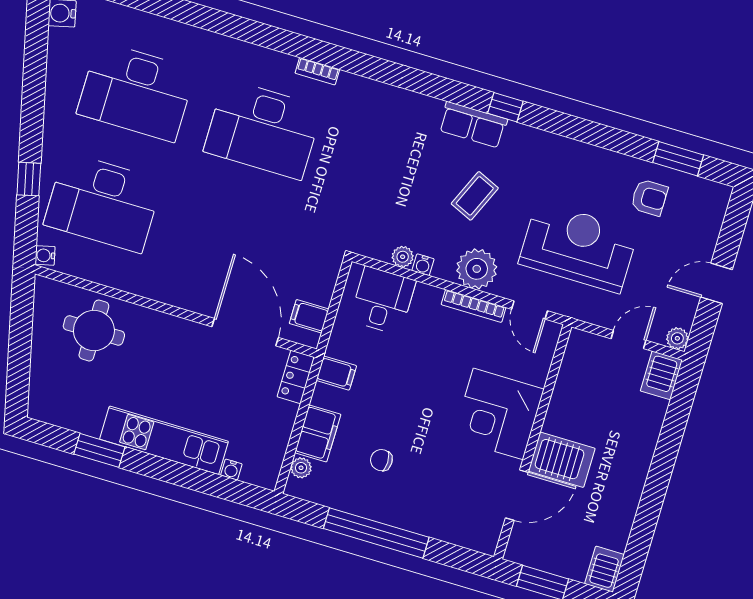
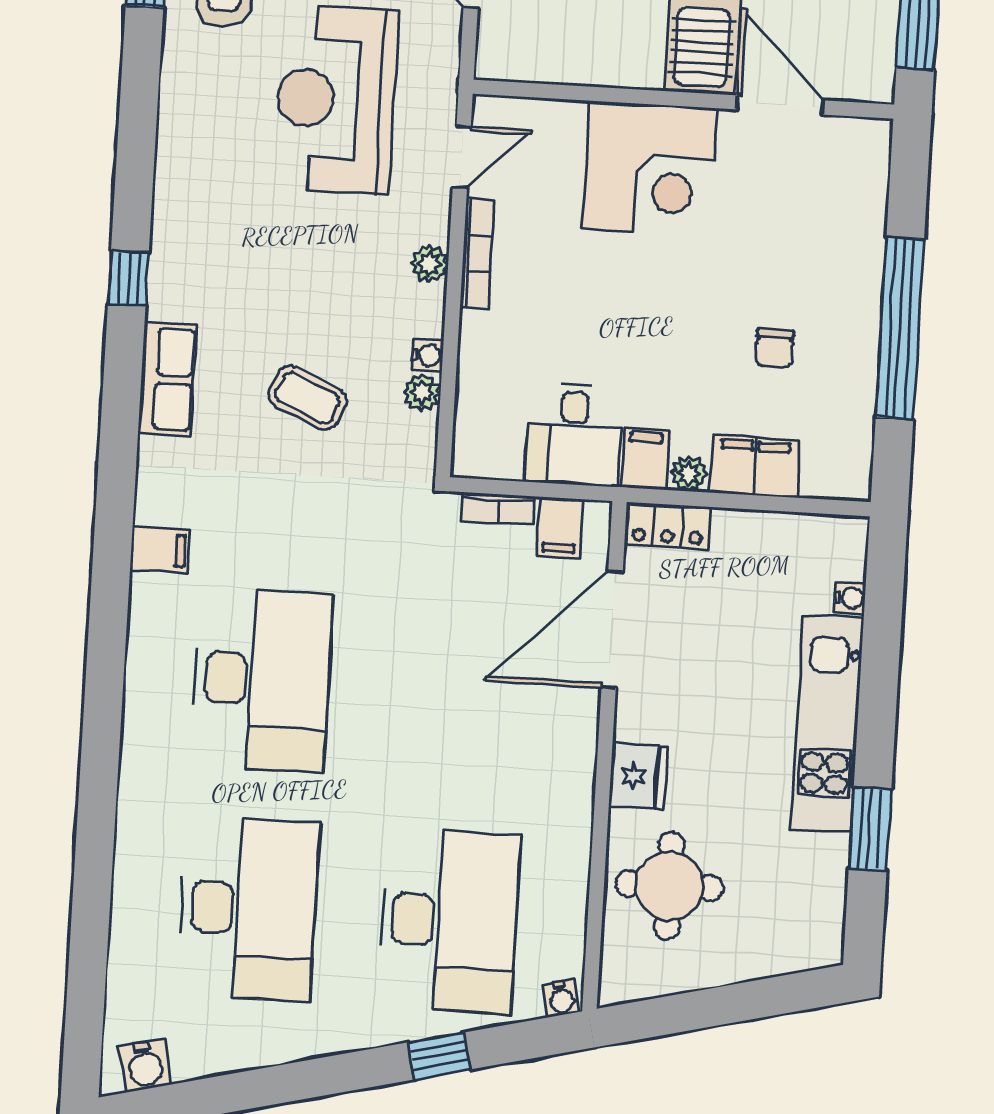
bookcase: (317, 71) -> (499, 509), moved, turned 90
filing cabinet: (349, 89) -> (160, 550), added
row of seats: (473, 125) -> (168, 379), moved
coffee table: (475, 196) -> (307, 398), moved
plant: (477, 269) -> (429, 264), width x0.53, depth x0.53
desk: (383, 301) -> (574, 434), moved, turned -90
fridge: (159, 327) -> (638, 776), added
plant: (301, 468) -> (689, 473), moved

